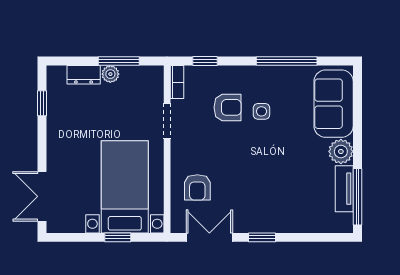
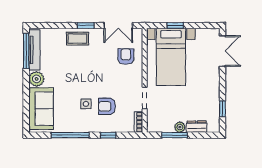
window: (205, 61) -> (108, 135), moved
tv unit: (344, 189) -> (34, 50), width x1.41
coffee table: (275, 216) -> (77, 39), added

